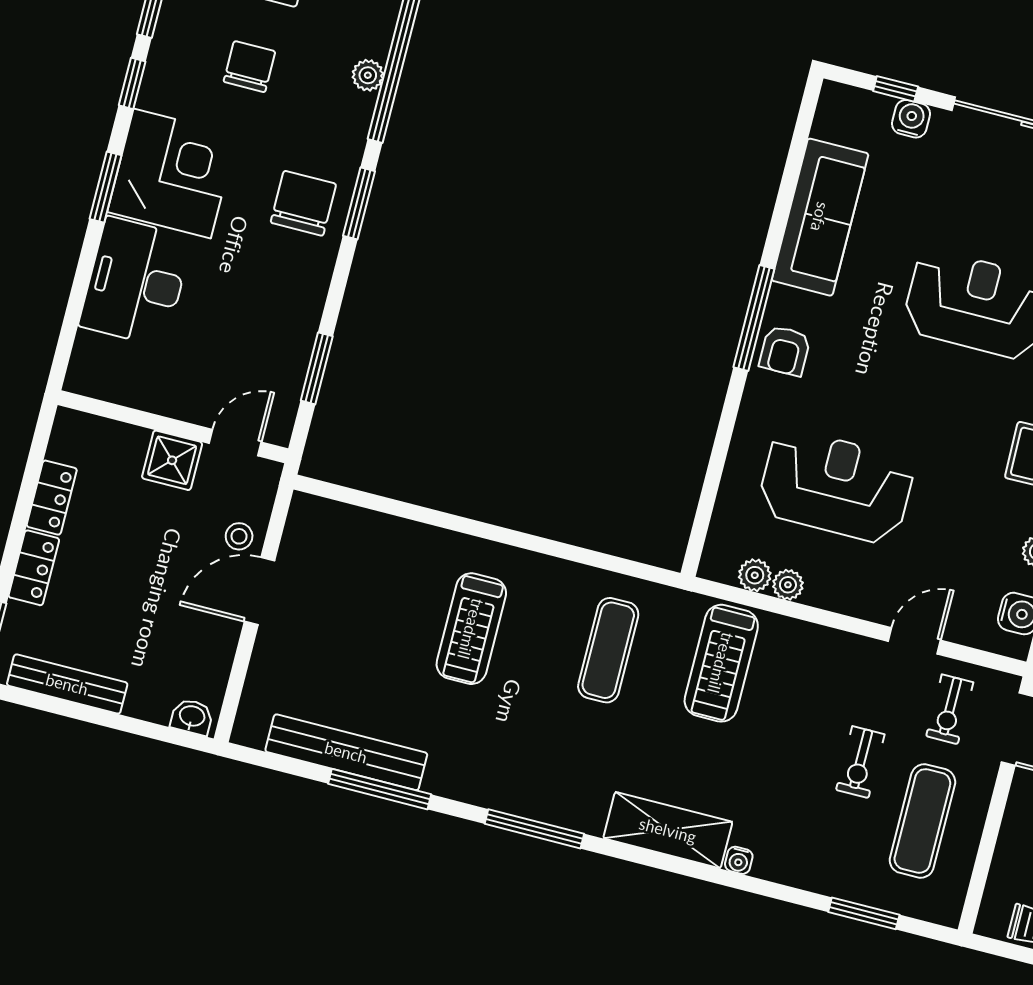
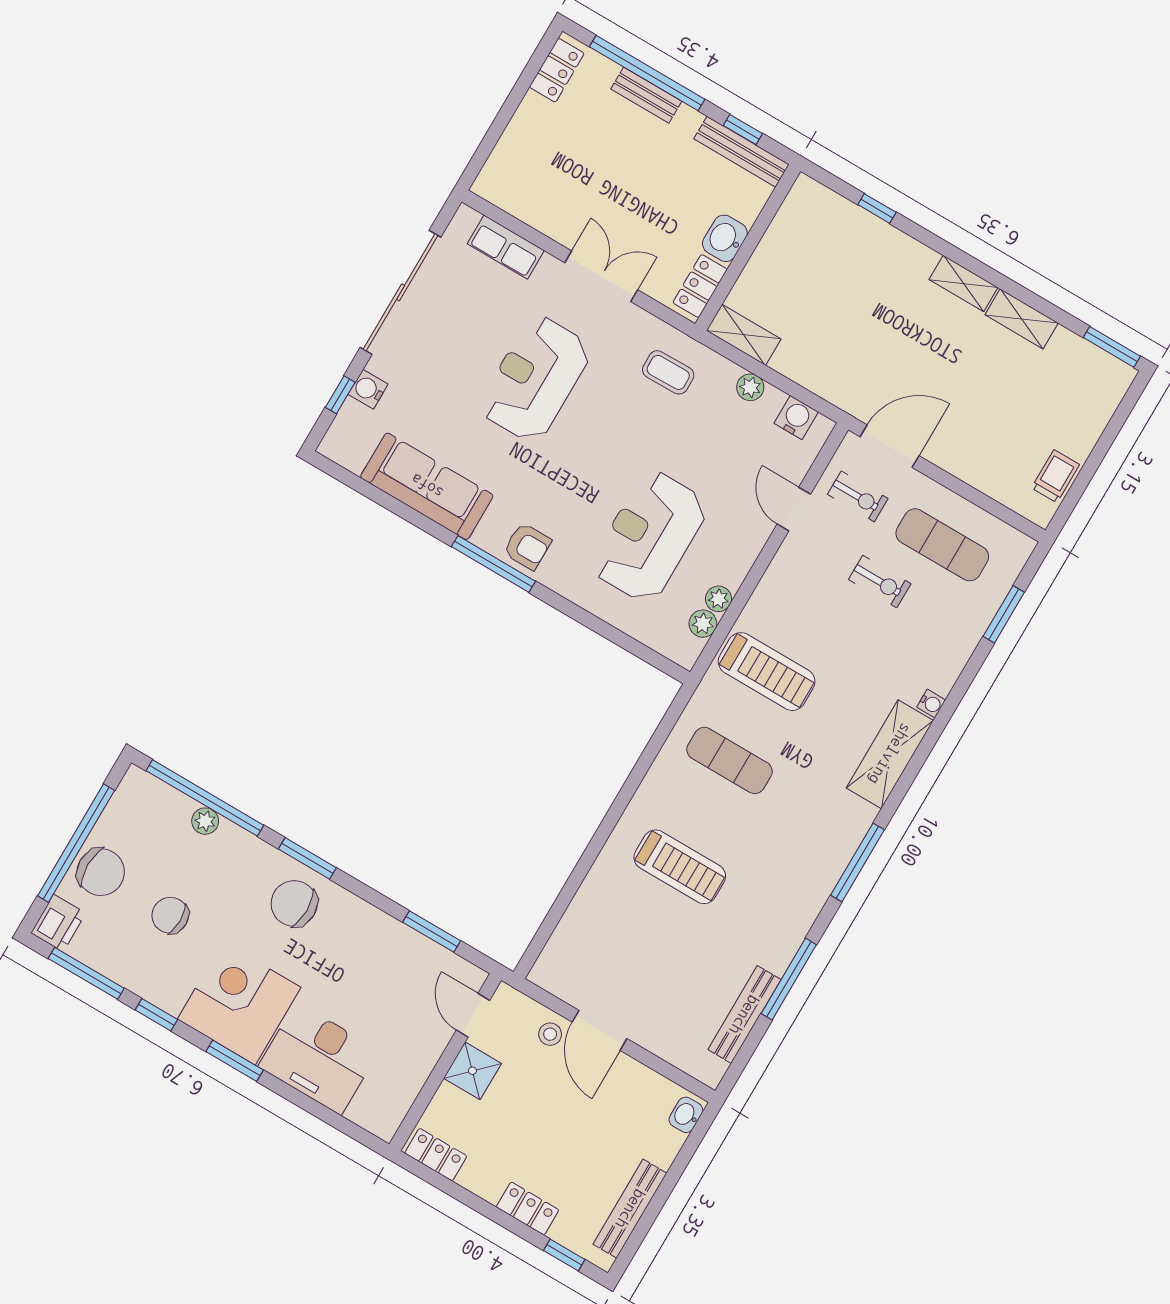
locker: (52, 498) -> (436, 1155), moved
bench: (346, 752) -> (744, 1015), width x0.73, depth x0.82

